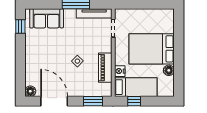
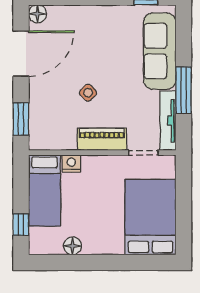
sofa: (47, 18) -> (160, 51), width x1.36
bed: (152, 49) -> (150, 217), moved
piano: (105, 68) -> (102, 139), moved
window: (134, 101) -> (21, 225), moved

